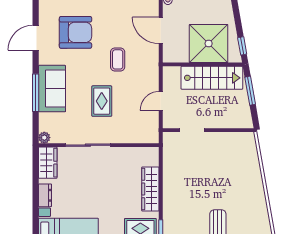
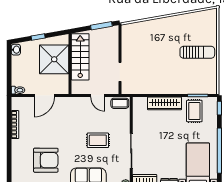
armchair: (76, 32) -> (46, 160), turned 90
window: (242, 46) -> (38, 37), moved
coffee table: (118, 59) -> (120, 103), moved
window: (250, 91) -> (101, 26), moved

